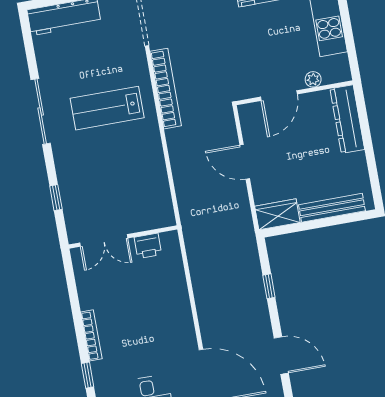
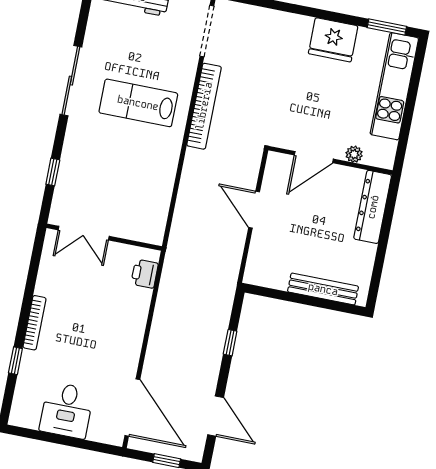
wardrobe: (277, 214) -> (266, 274), removed
printer: (148, 246) -> (145, 274), moved, turned 90

